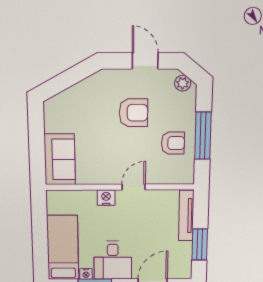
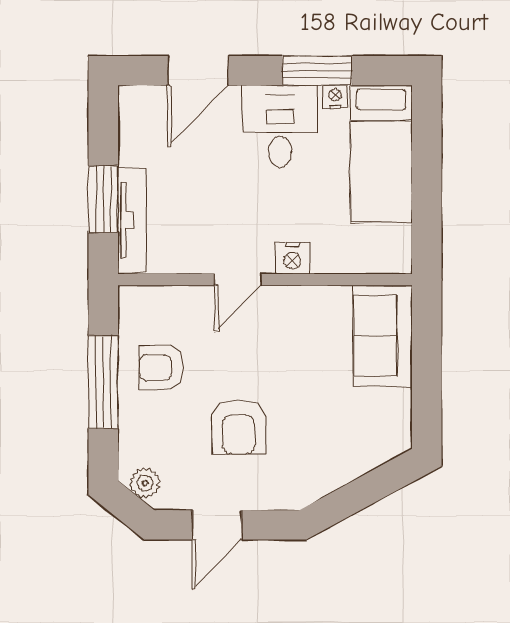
door: (145, 61) -> (217, 525), hinge flipped
armchair: (133, 113) -> (239, 427), turned -90
window: (200, 244) -> (103, 199), moved

